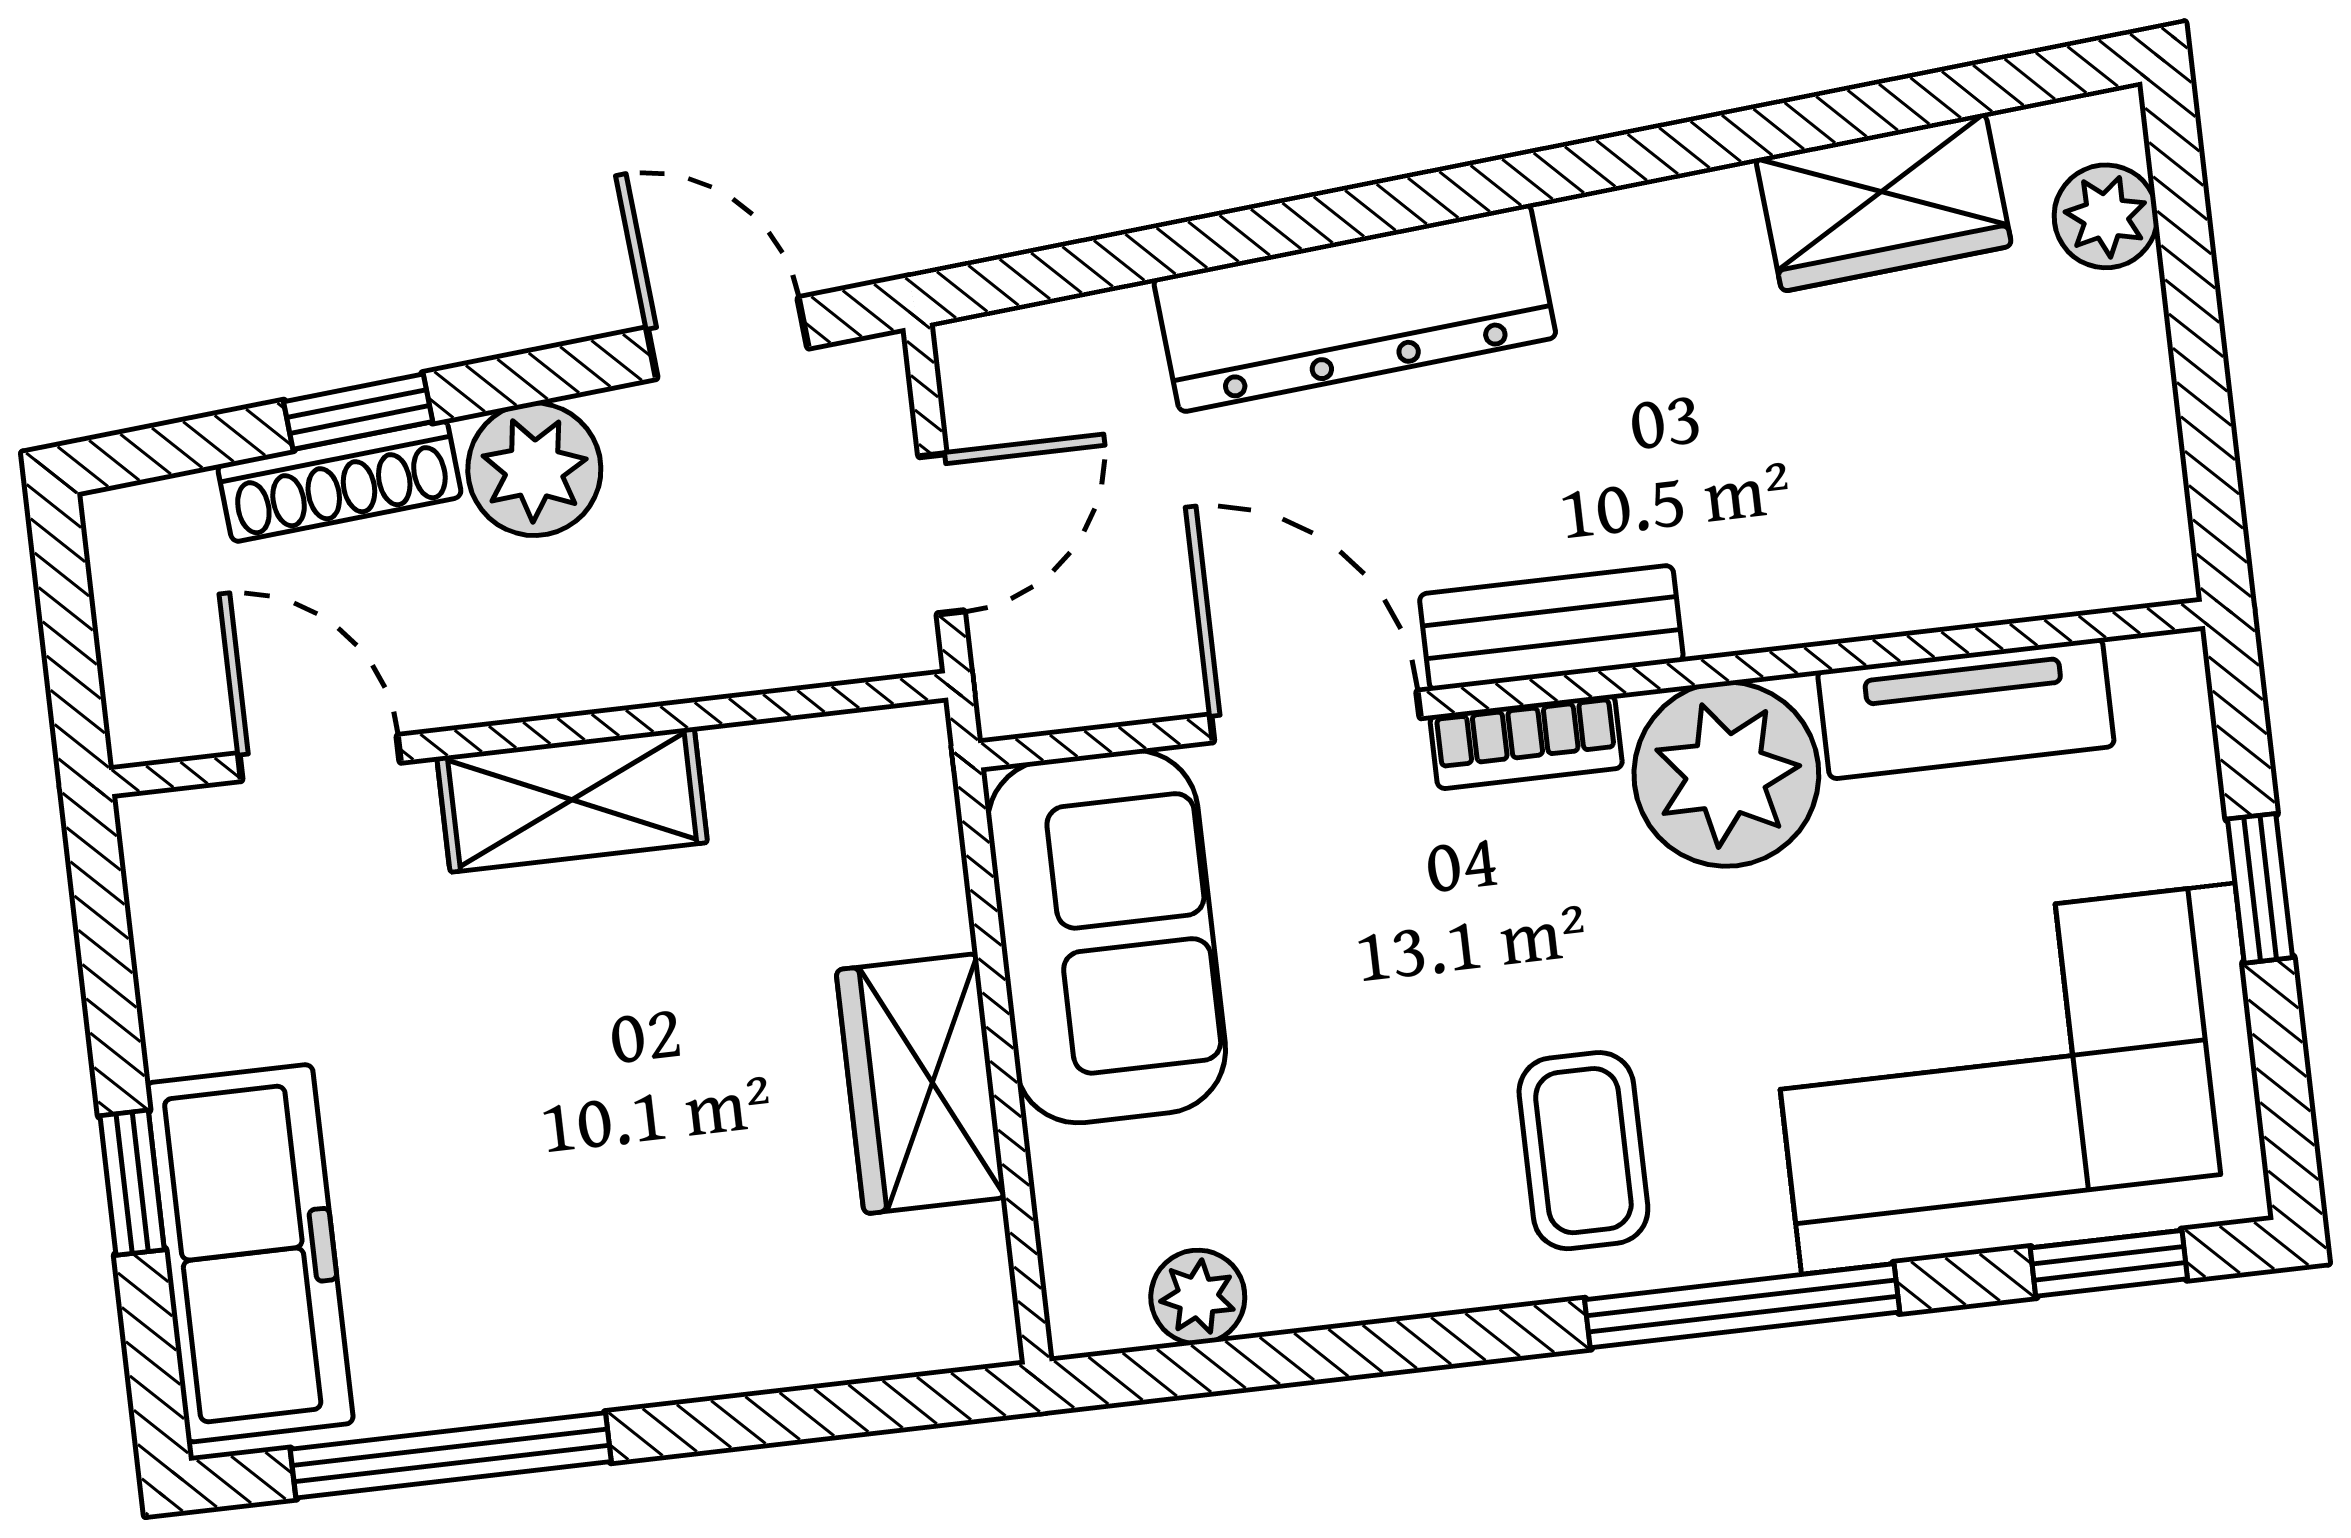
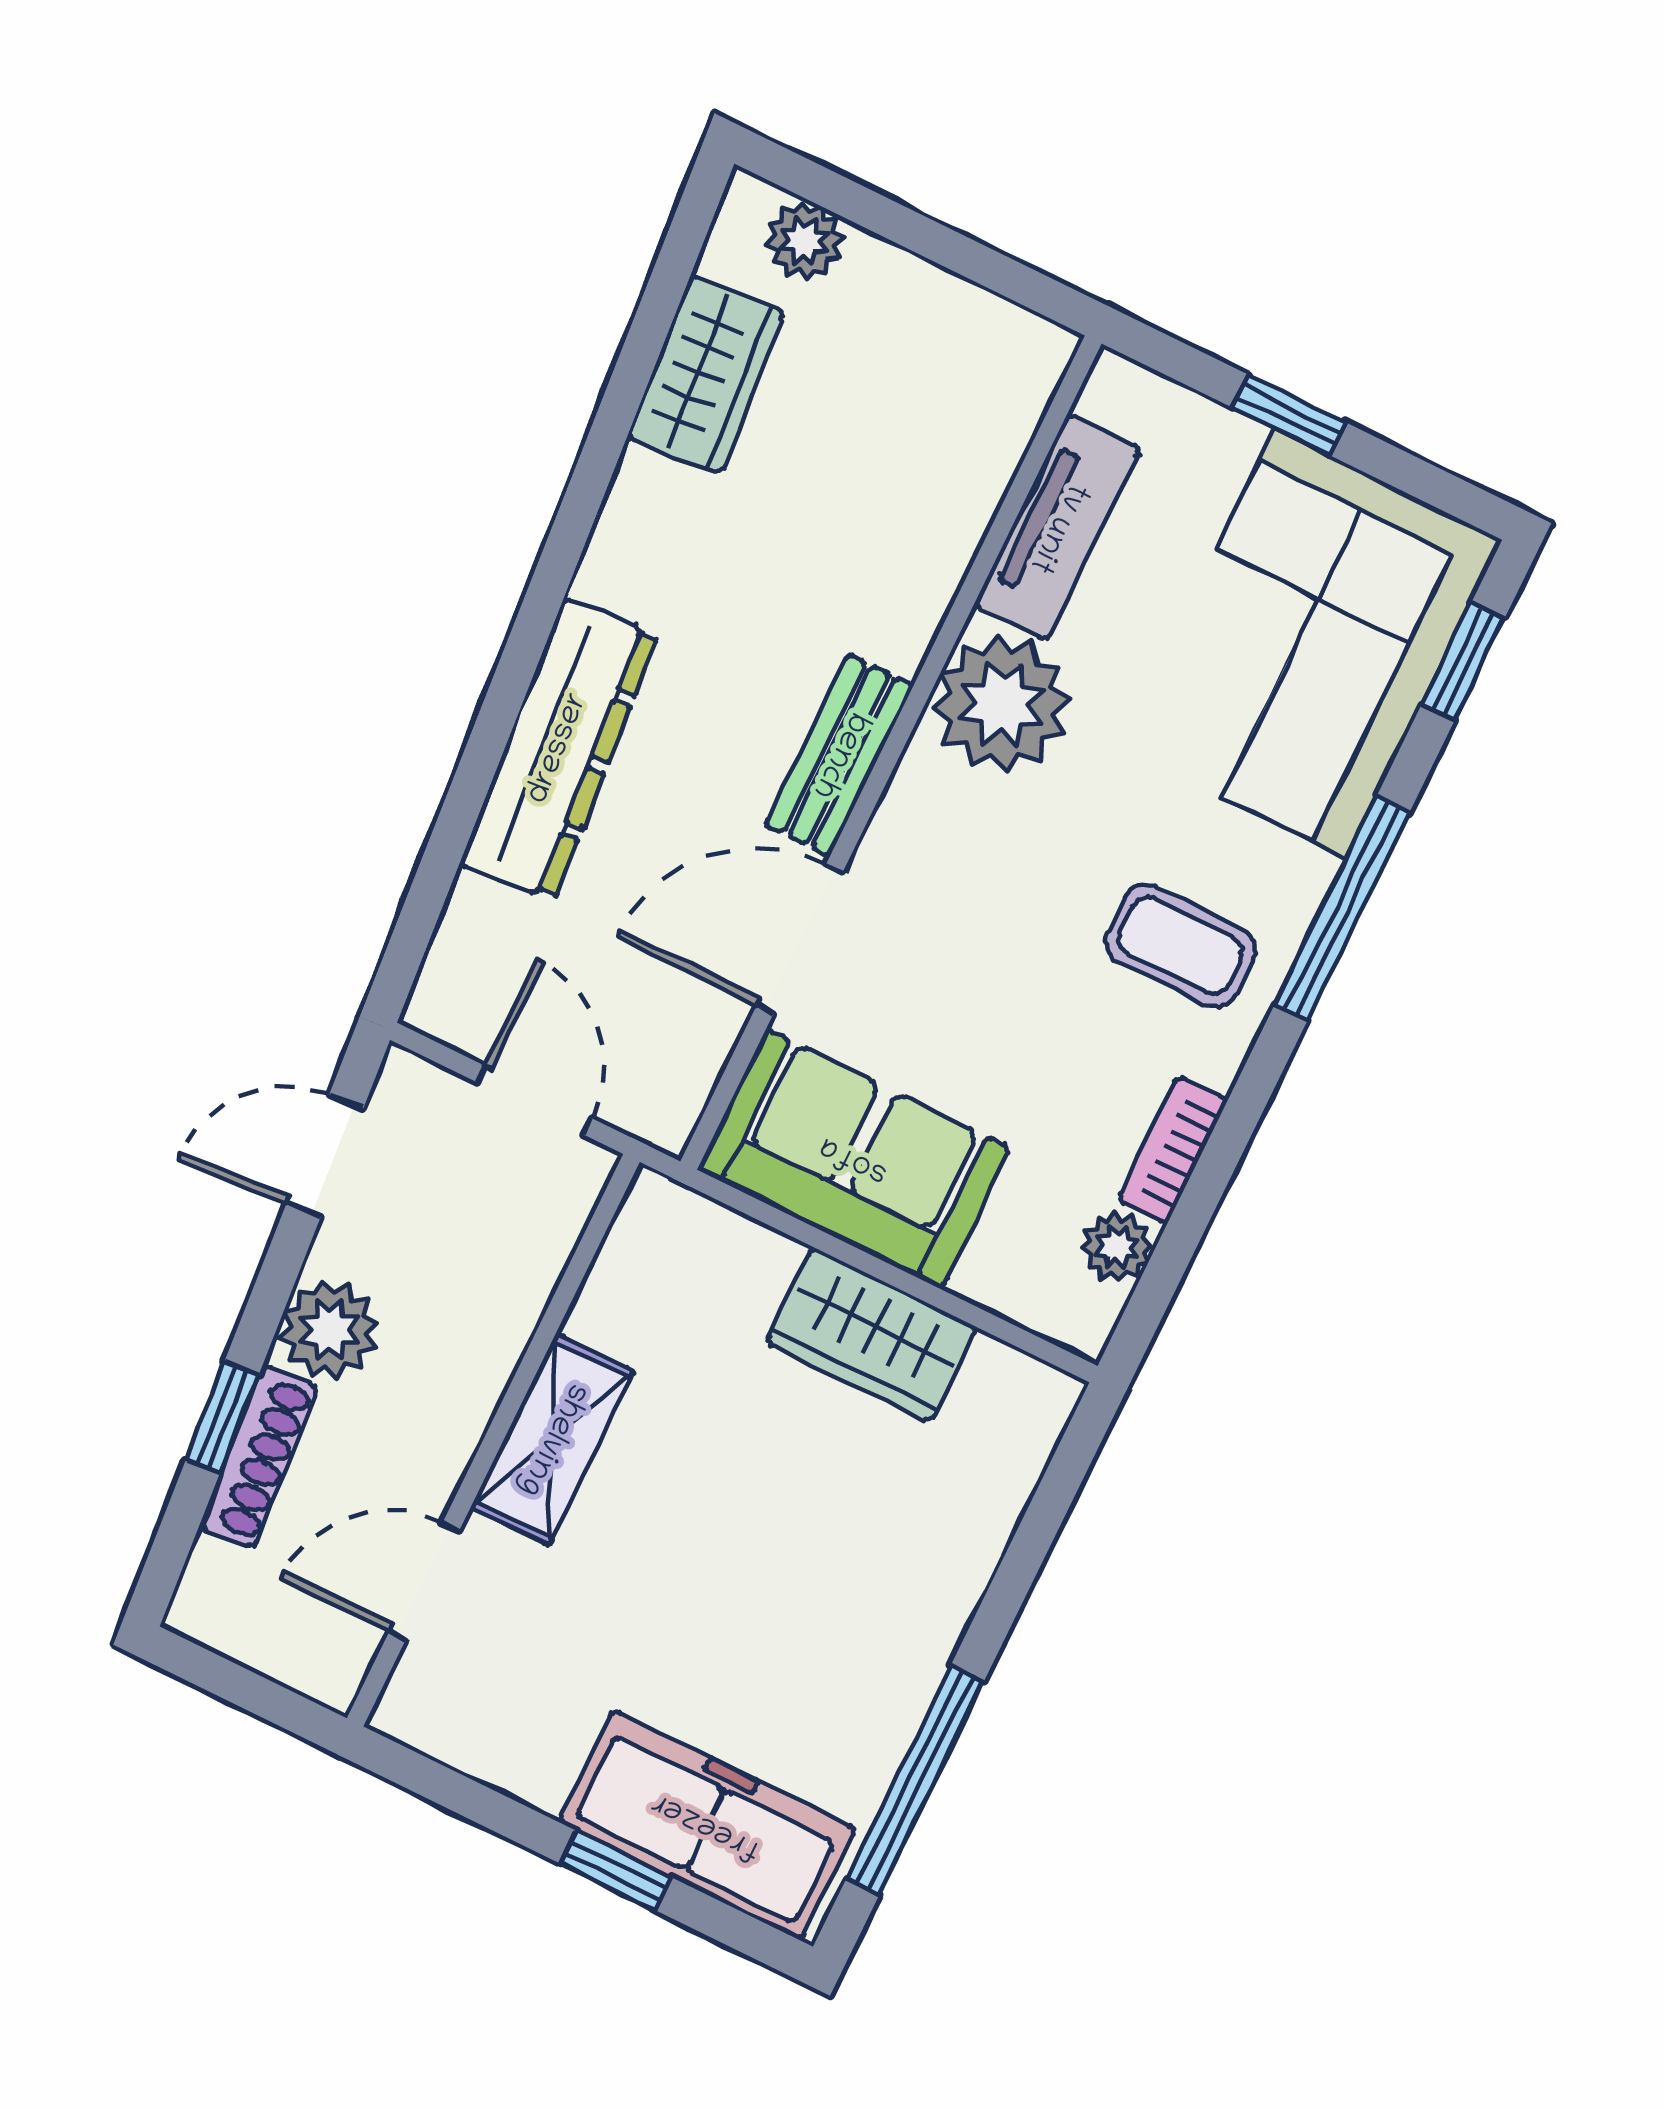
bookcase: (1526, 742) -> (1173, 1150), moved, turned 180

